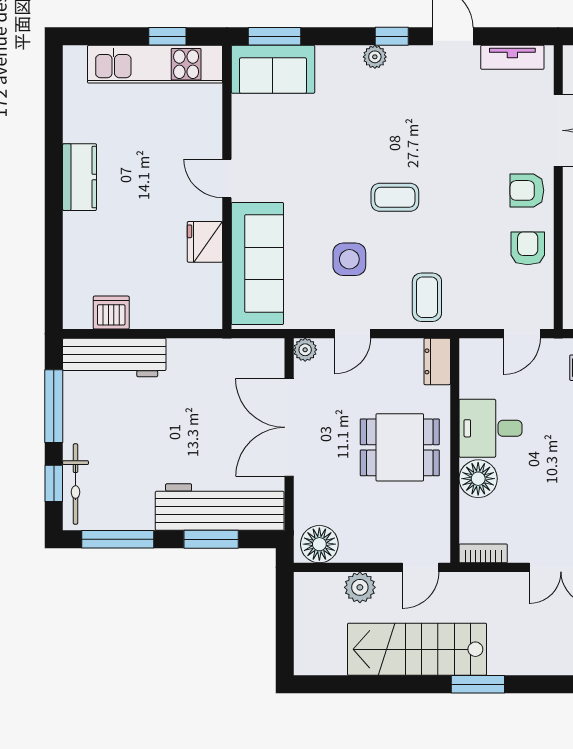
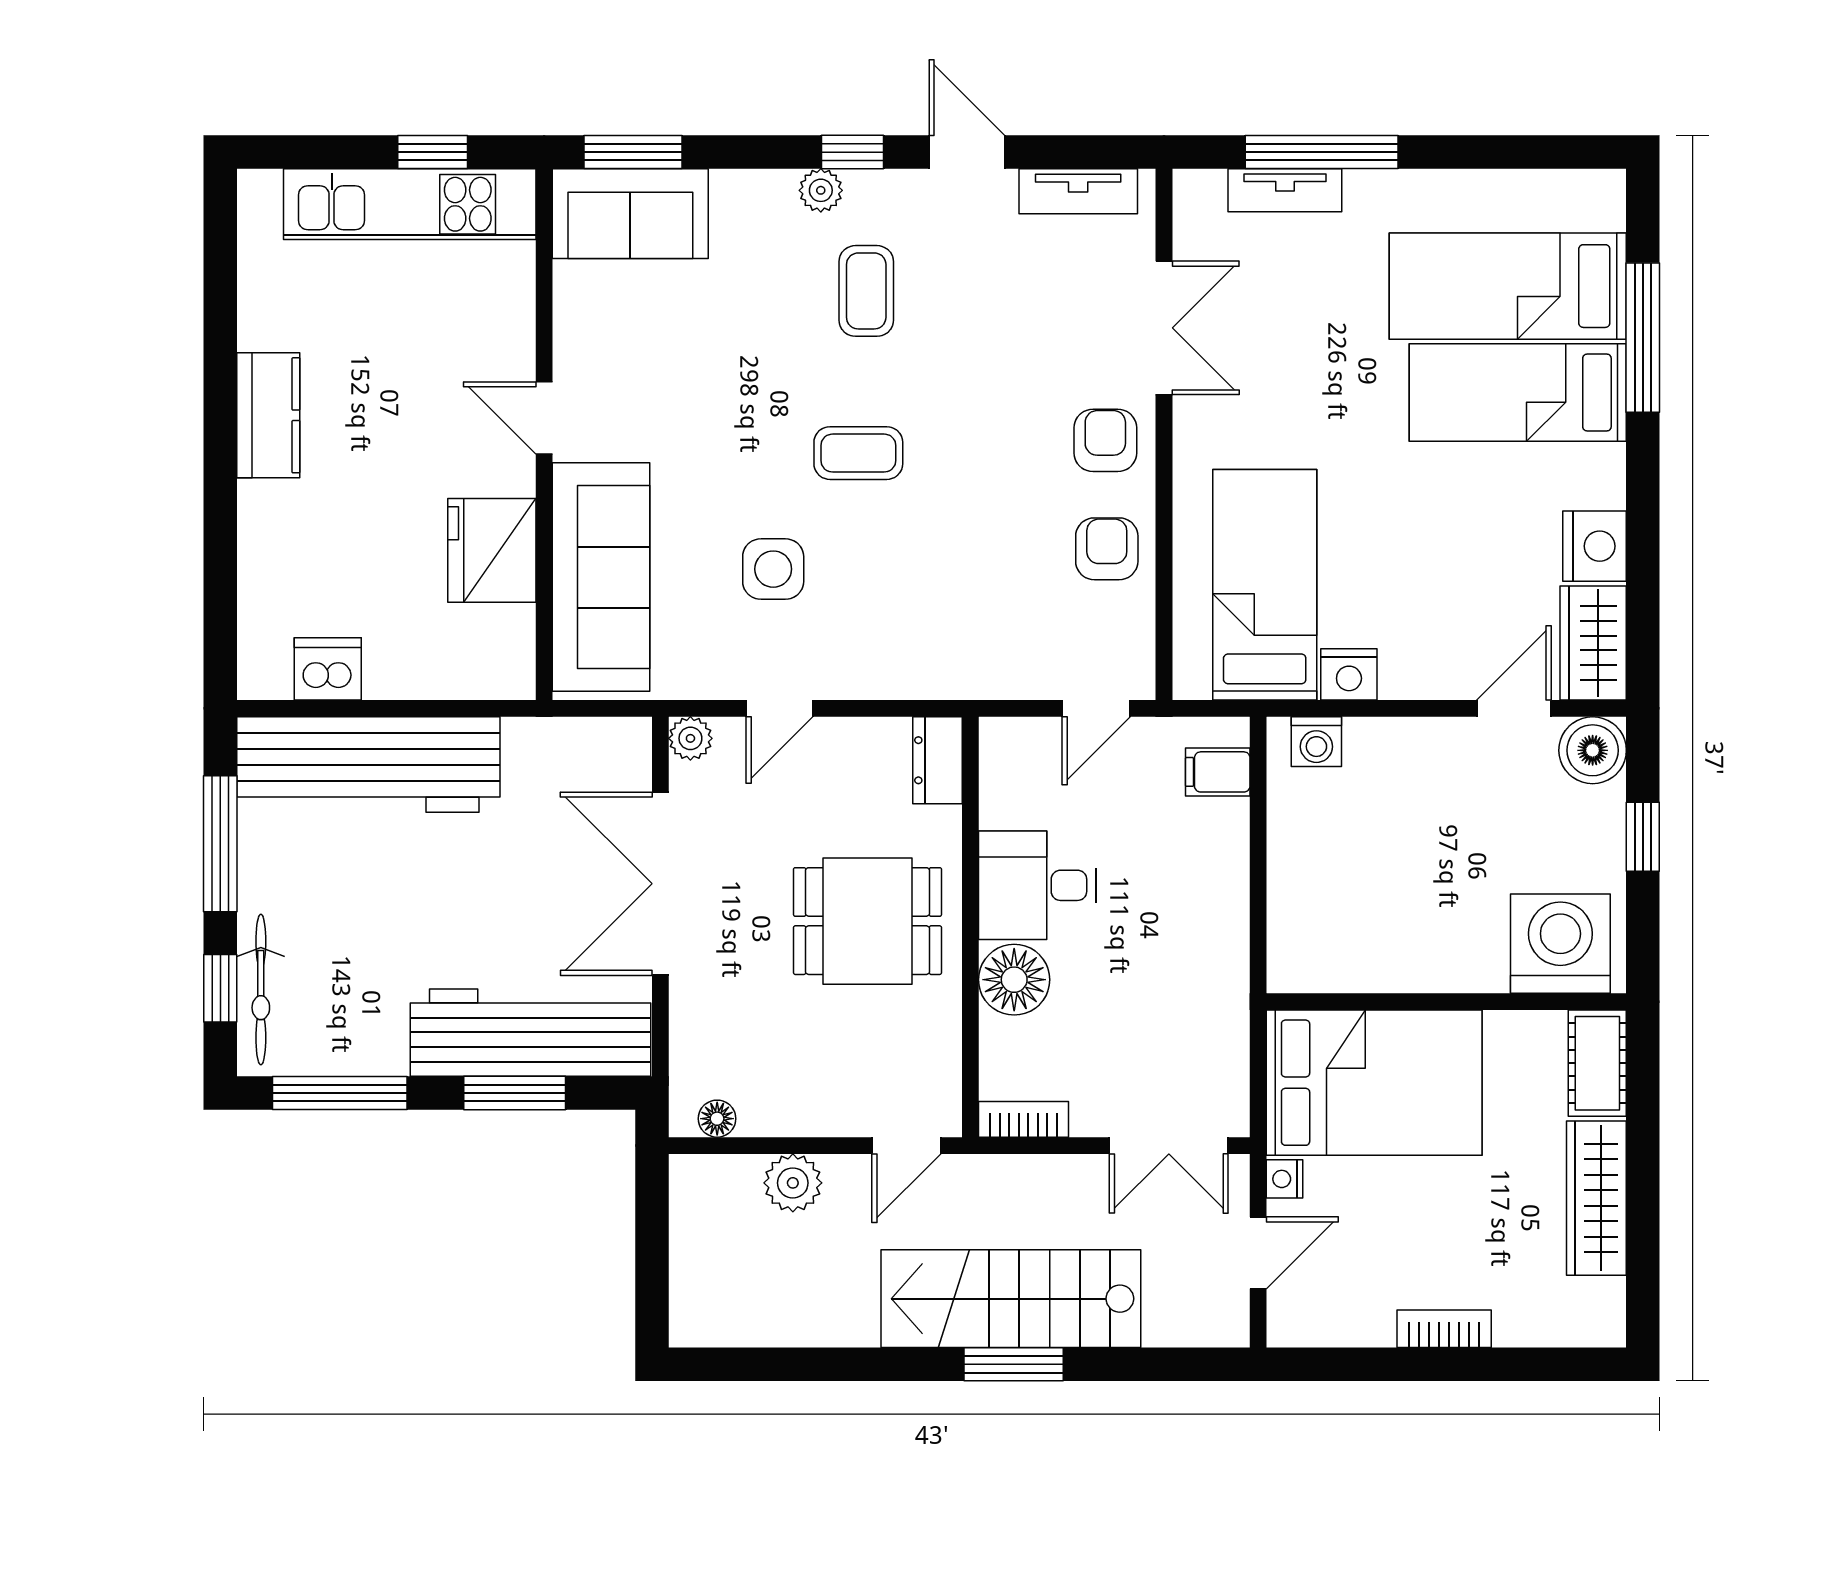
armchair: (527, 190) -> (1105, 440), turned 90
fridge: (205, 242) -> (492, 550), width x1.36, depth x1.34
coffee table: (427, 297) -> (866, 291), moved
workbench: (114, 357) -> (368, 765), width x1.36, depth x1.32
floor lamp: (319, 544) -> (717, 1119), width x0.53, depth x0.53
stairs: (417, 649) -> (1011, 1299), moved

